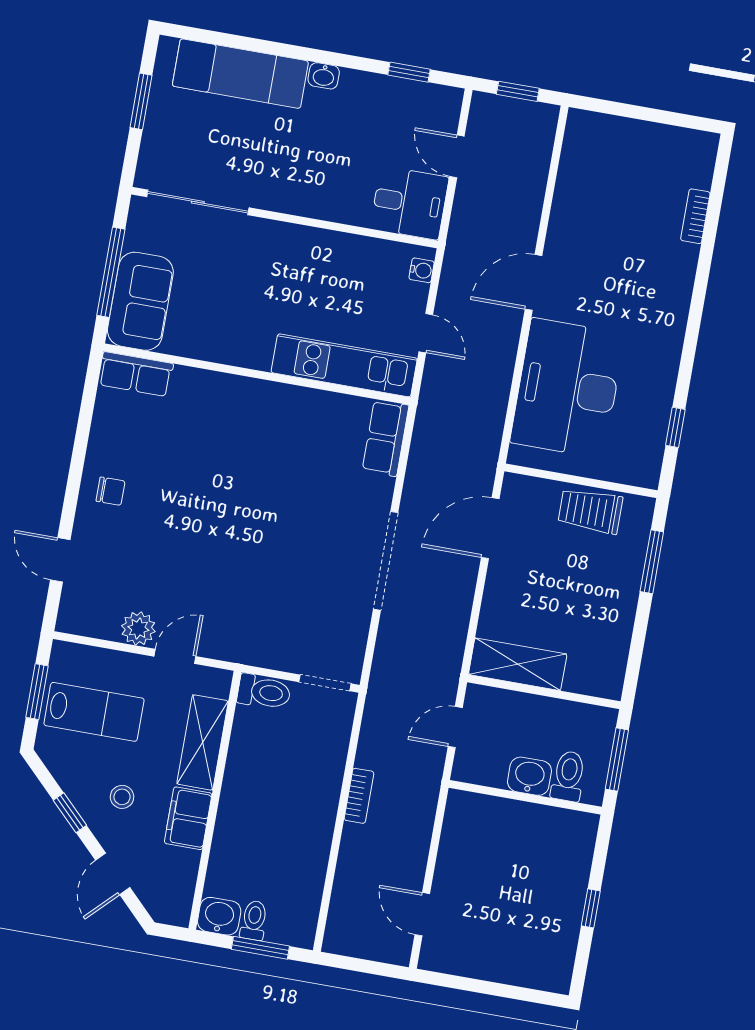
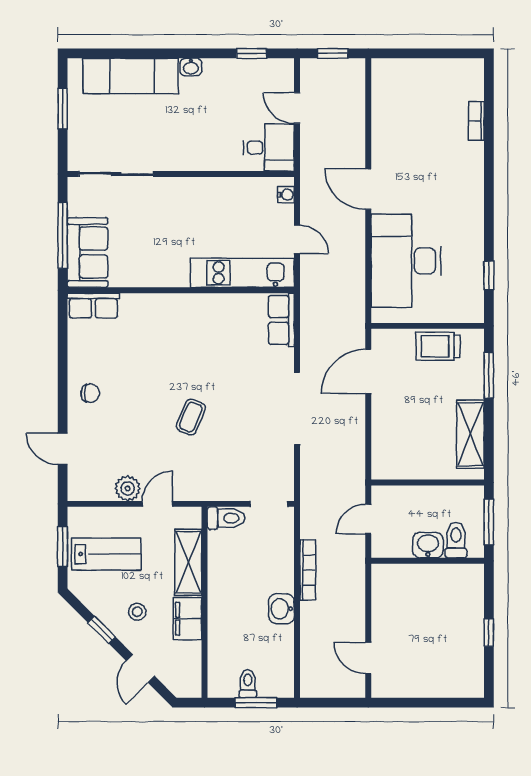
door: (534, 282) -> (368, 189), hinge flipped
coffee table: (240, 547) -> (191, 417), added
shelving: (518, 664) -> (470, 434), moved, turned 90
bookcase: (359, 796) -> (308, 570), width x1.56
washbasin: (219, 916) -> (282, 609), moved, turned -90

